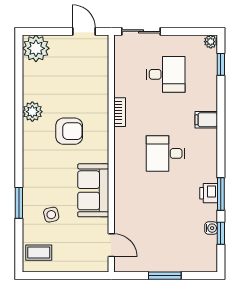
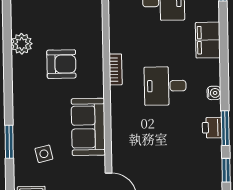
bookcase: (120, 112) -> (116, 69), moved
filing cabinet: (206, 120) -> (208, 40), width x2.00
water cooler: (211, 228) -> (214, 93), moved

